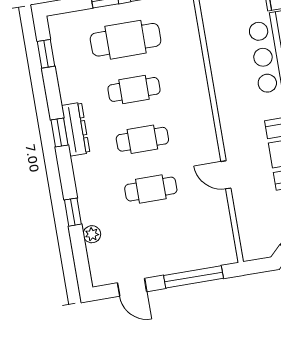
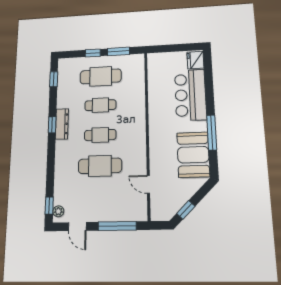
door: (226, 175) -> (148, 184), moved
cafe table: (151, 189) -> (100, 166), width x1.37, depth x1.35
window: (73, 212) -> (49, 205), moved
plant: (92, 234) -> (58, 211), moved

